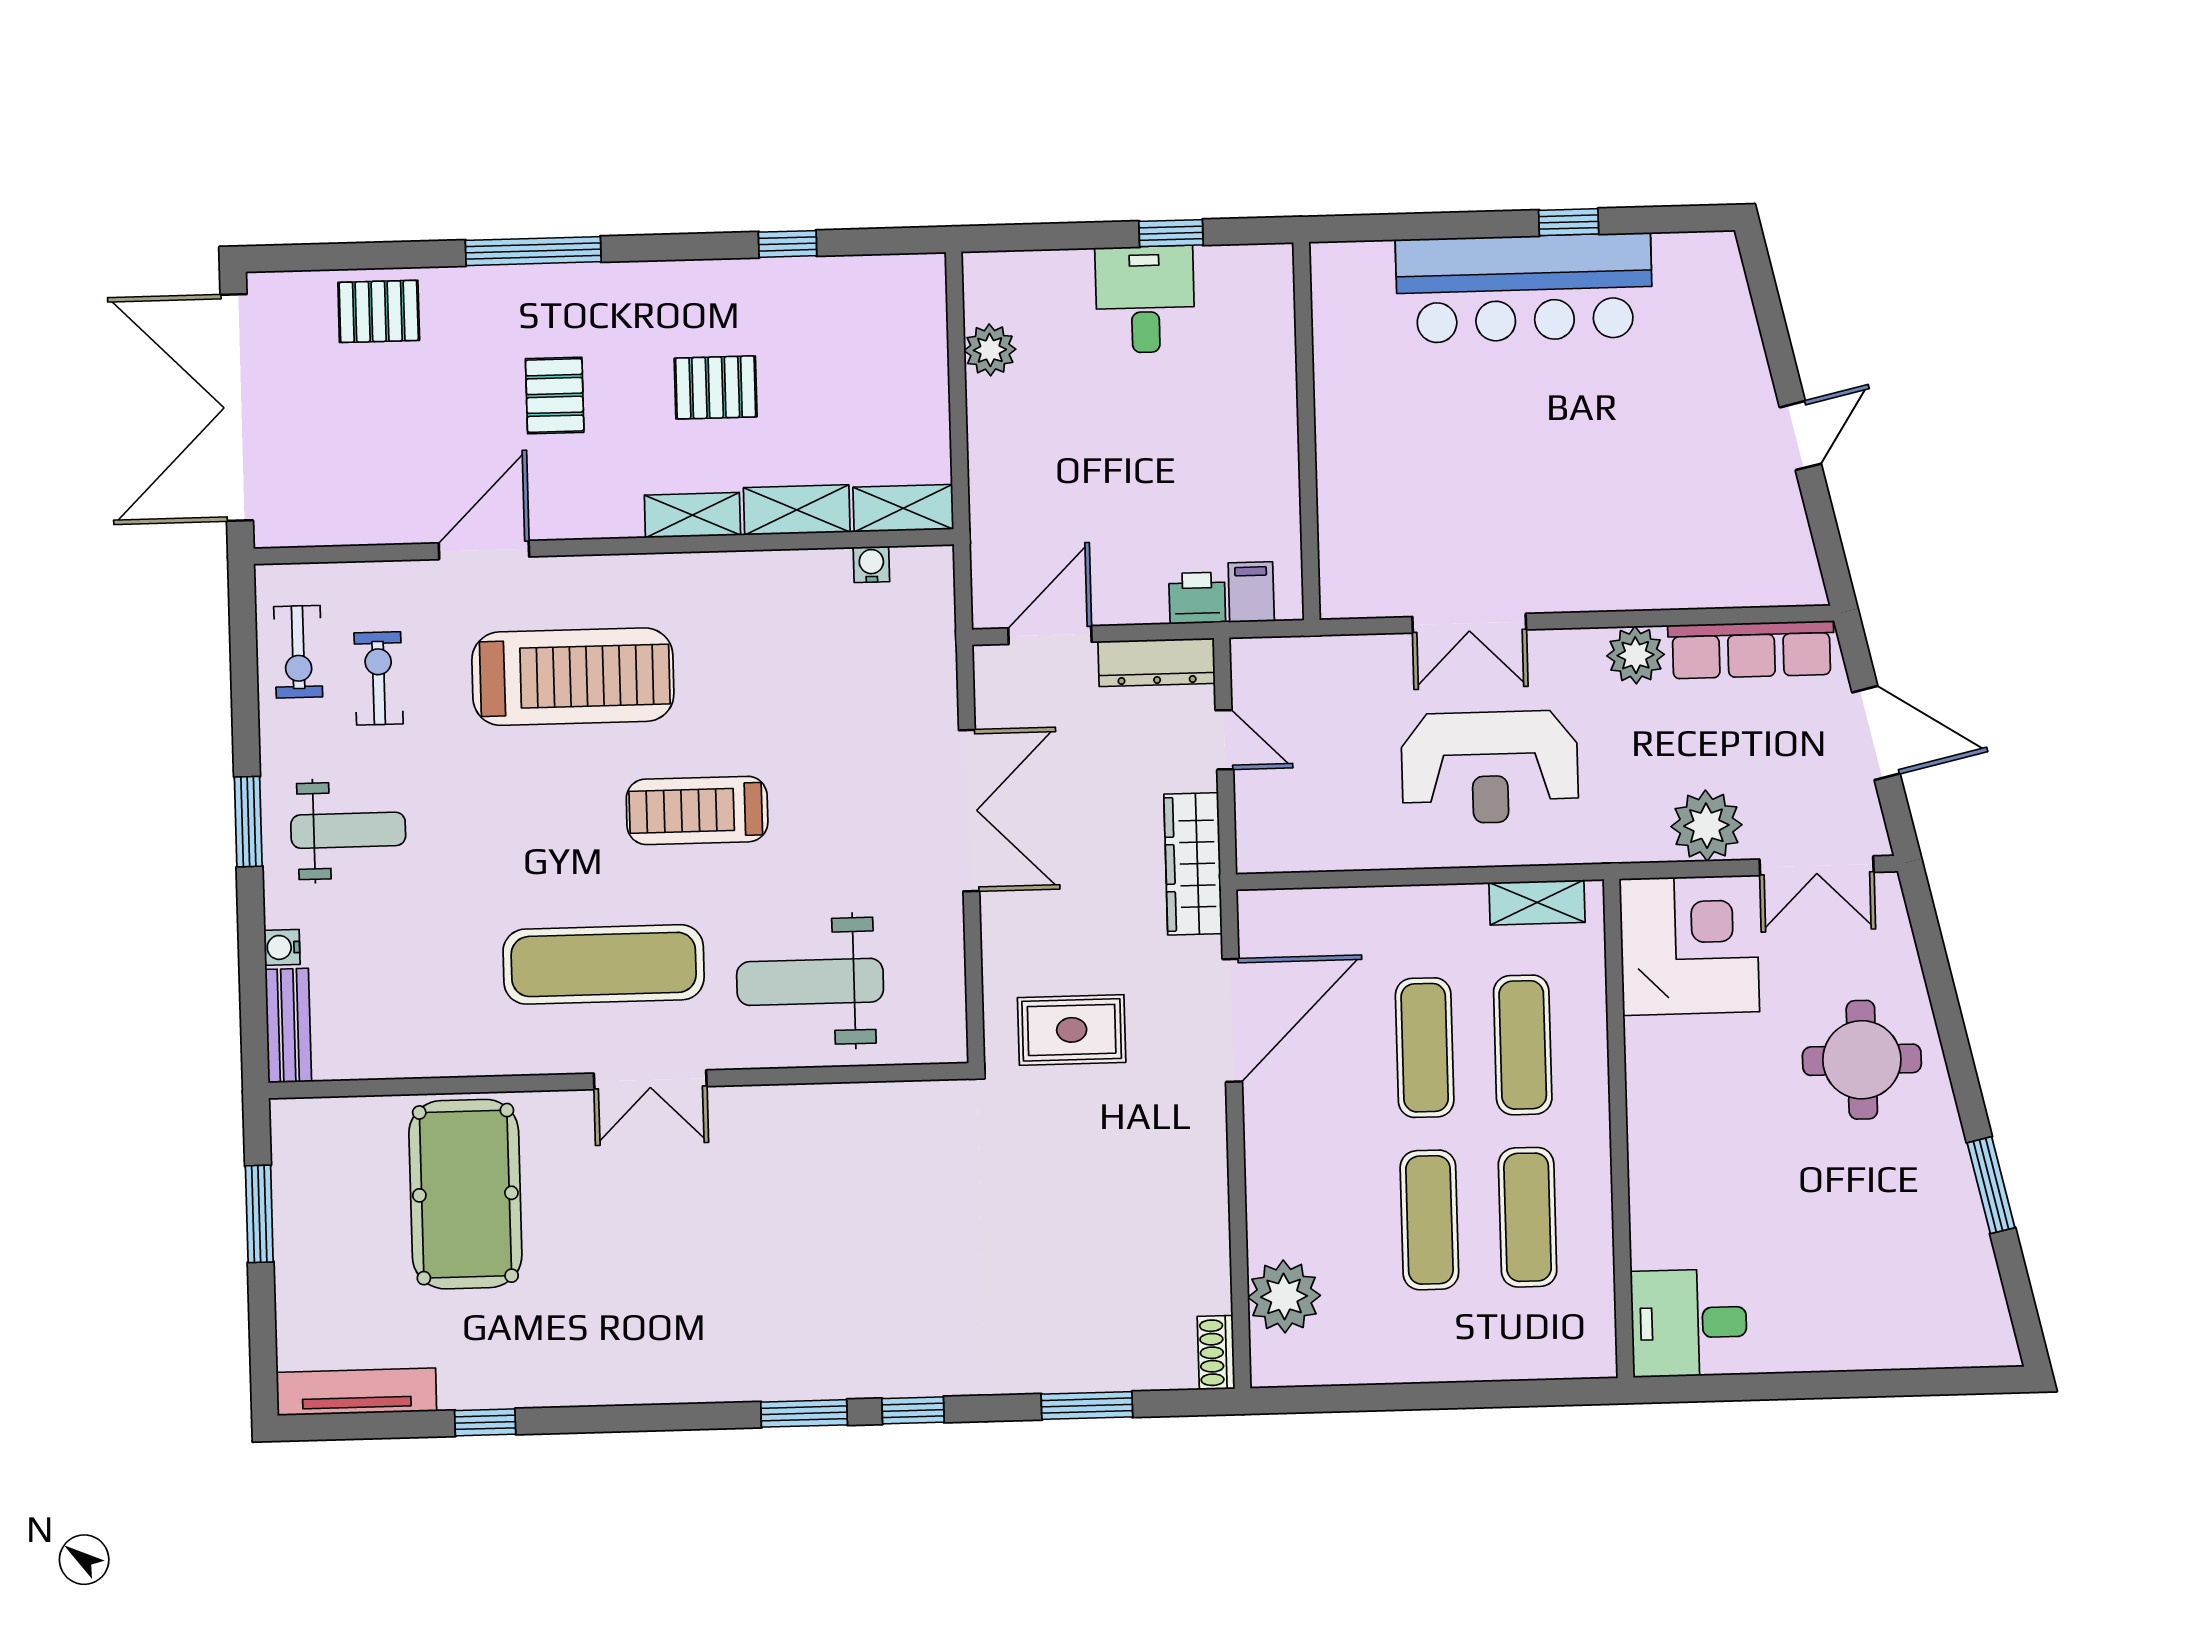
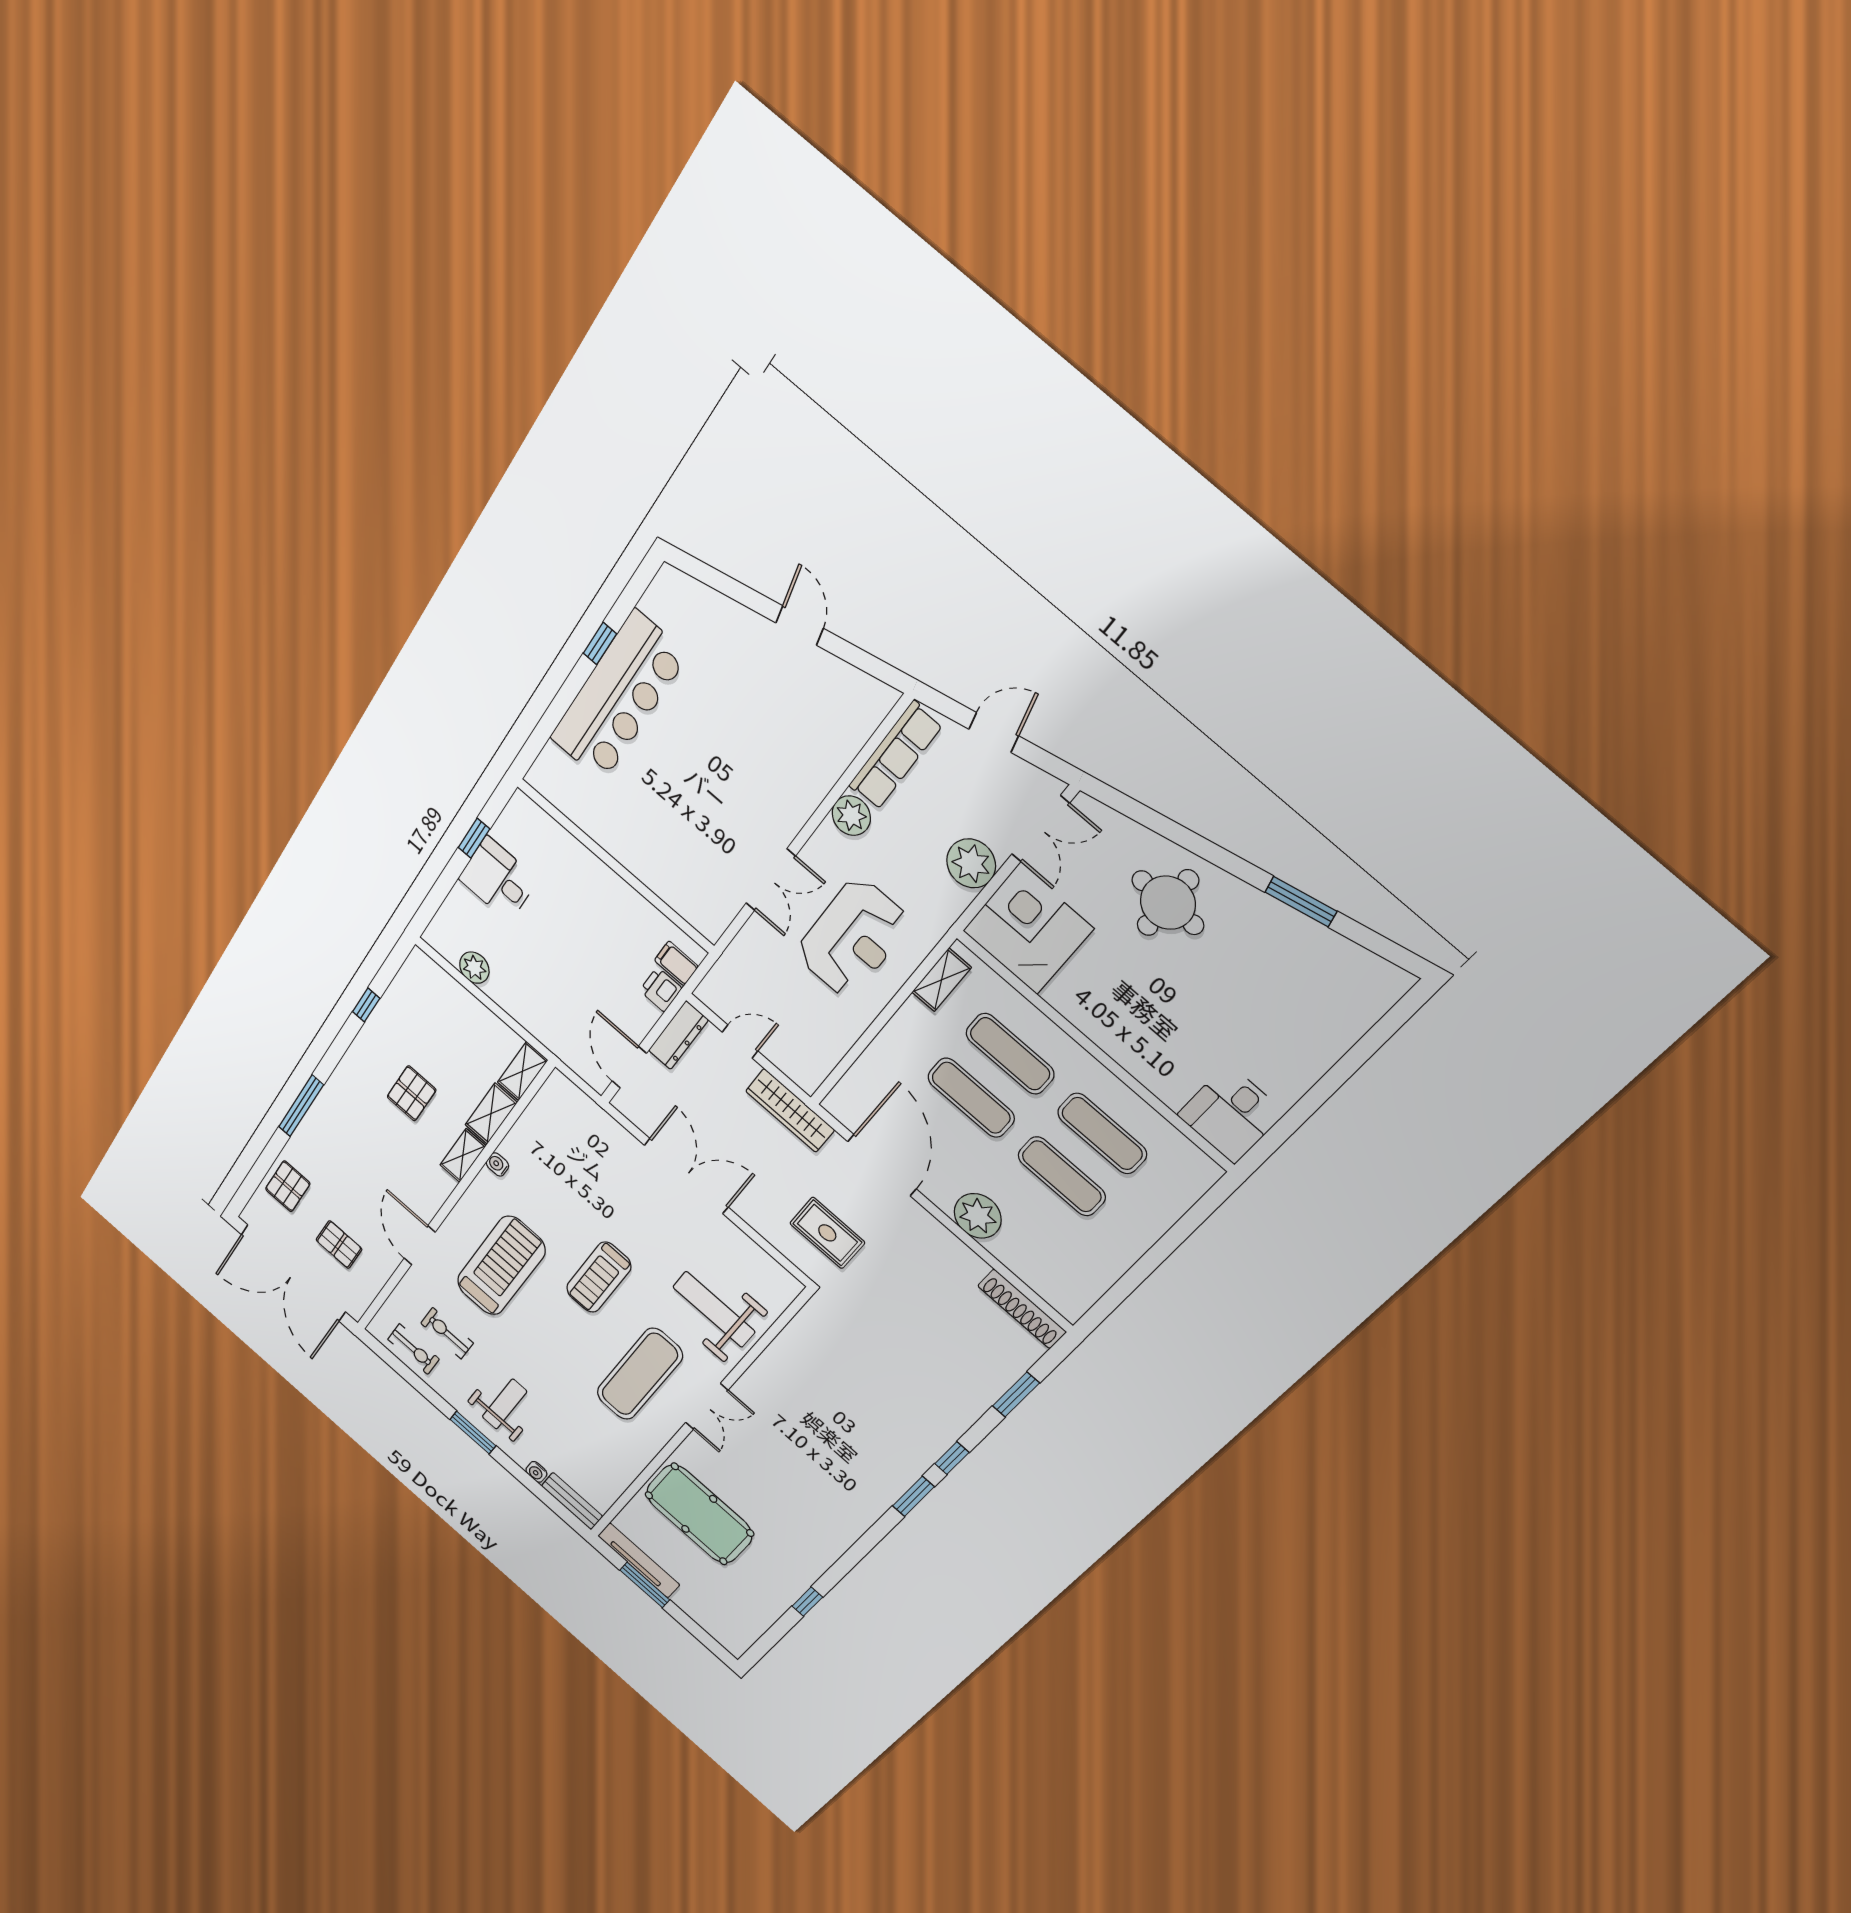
pallet: (555, 395) -> (339, 1245), moved
water cooler: (871, 564) -> (497, 1164), moved
door: (1876, 733) -> (994, 732), width x0.73
weight bench: (810, 982) -> (714, 1309), turned 90
rug: (1072, 1030) -> (827, 1233), turned 90
plant: (1284, 1296) -> (978, 1216), moved
shoe rack: (1216, 1353) -> (1022, 1309), width x1.94, depth x1.24
tv unit: (357, 1392) -> (639, 1560), moved, turned 90

